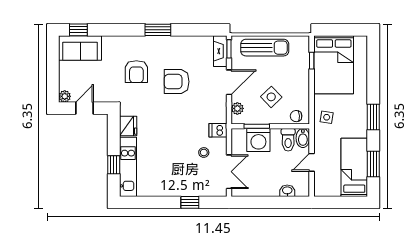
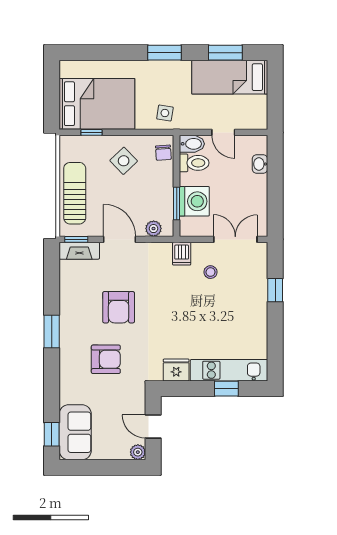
side table: (271, 97) -> (124, 161), moved

